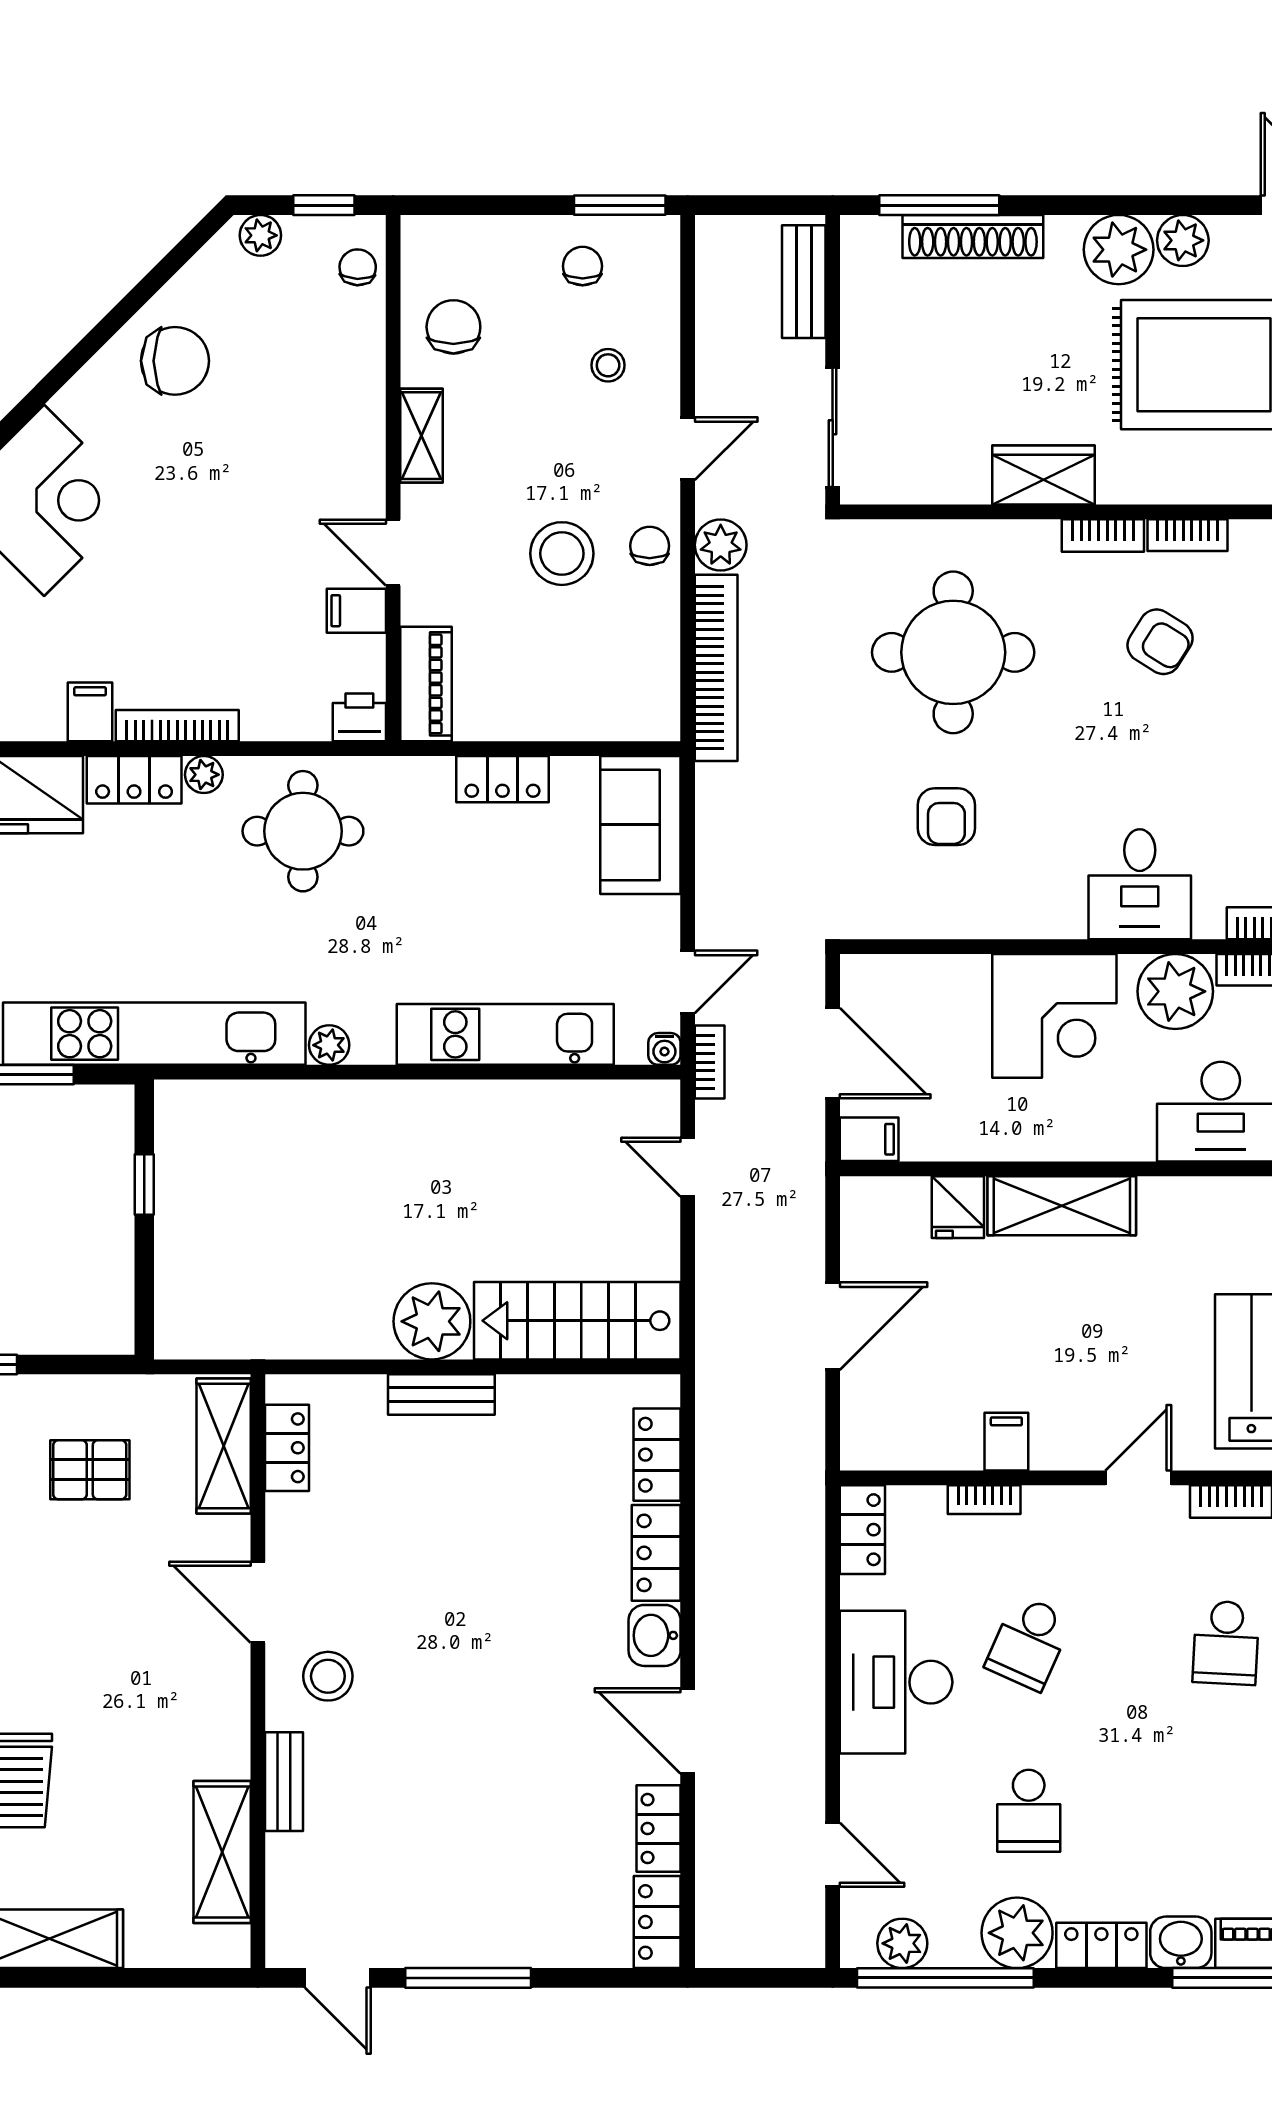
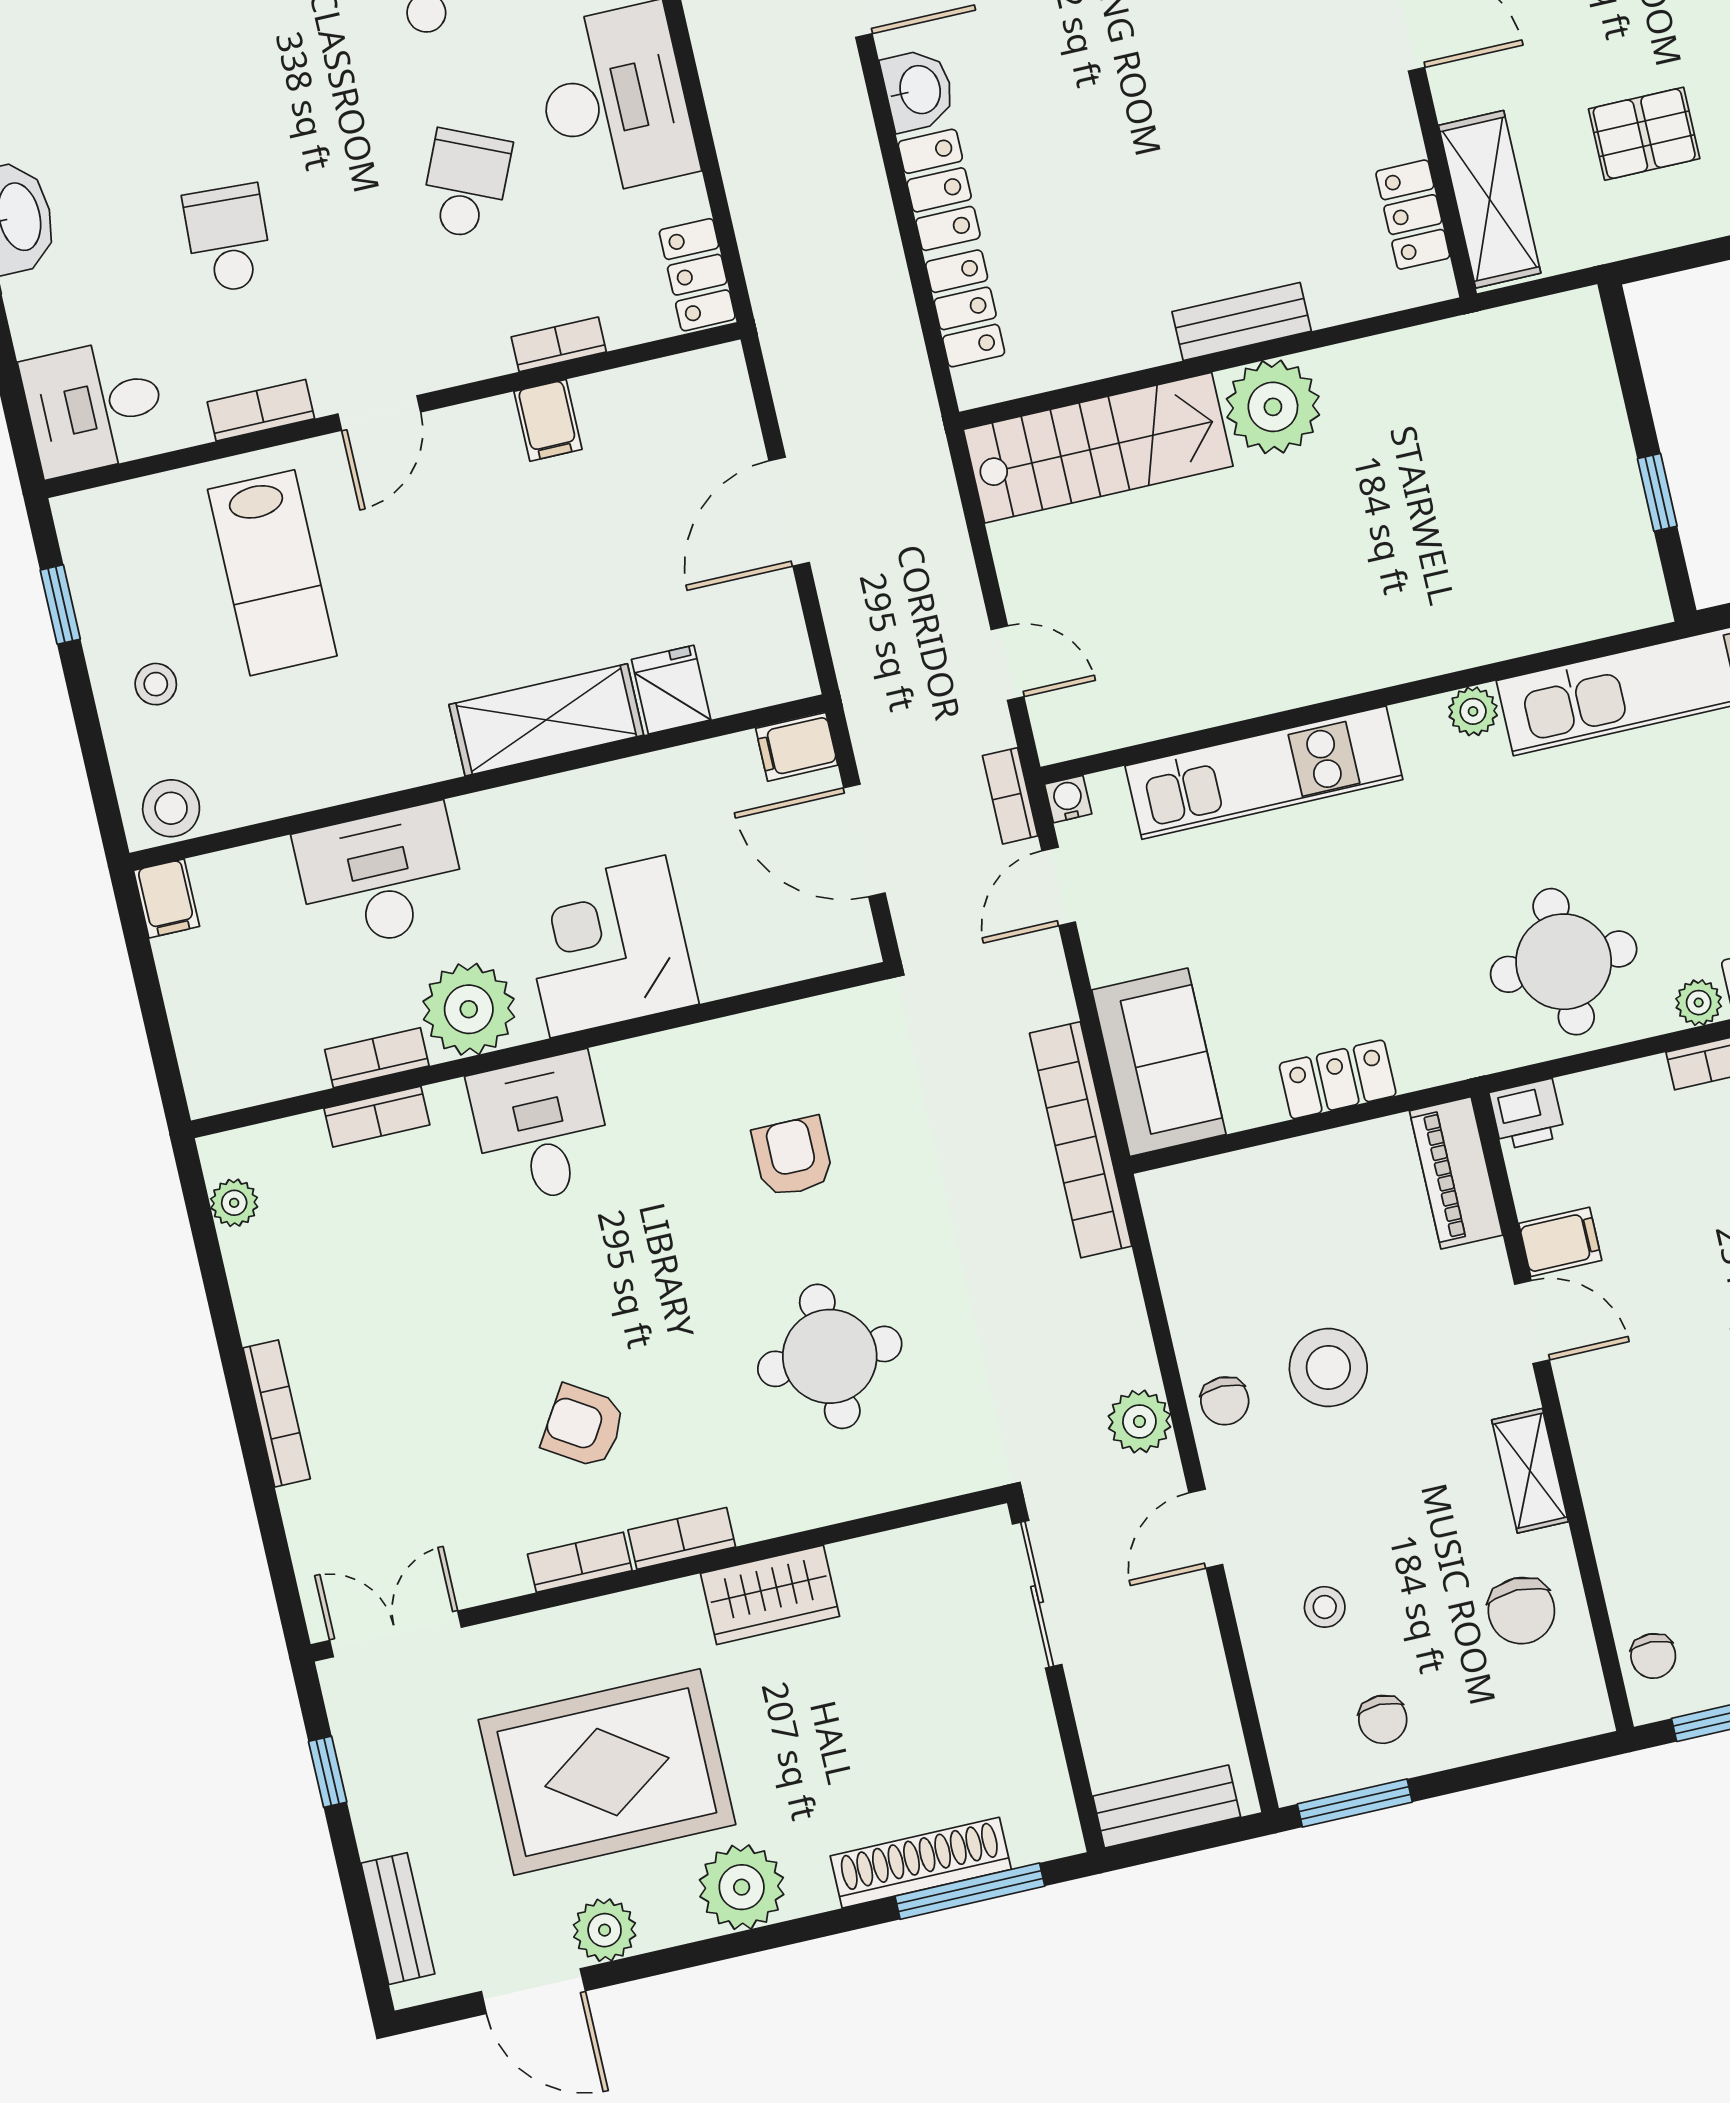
plant: (1183, 240) -> (605, 1930), moved
bench: (804, 282) -> (1167, 1807), moved, turned 90
round table: (953, 652) -> (830, 1356), width x0.73, depth x0.73
bookcase: (716, 668) -> (1081, 1140), moved

